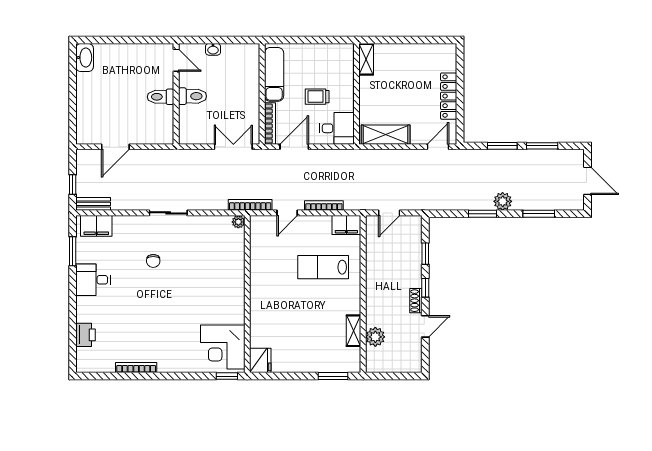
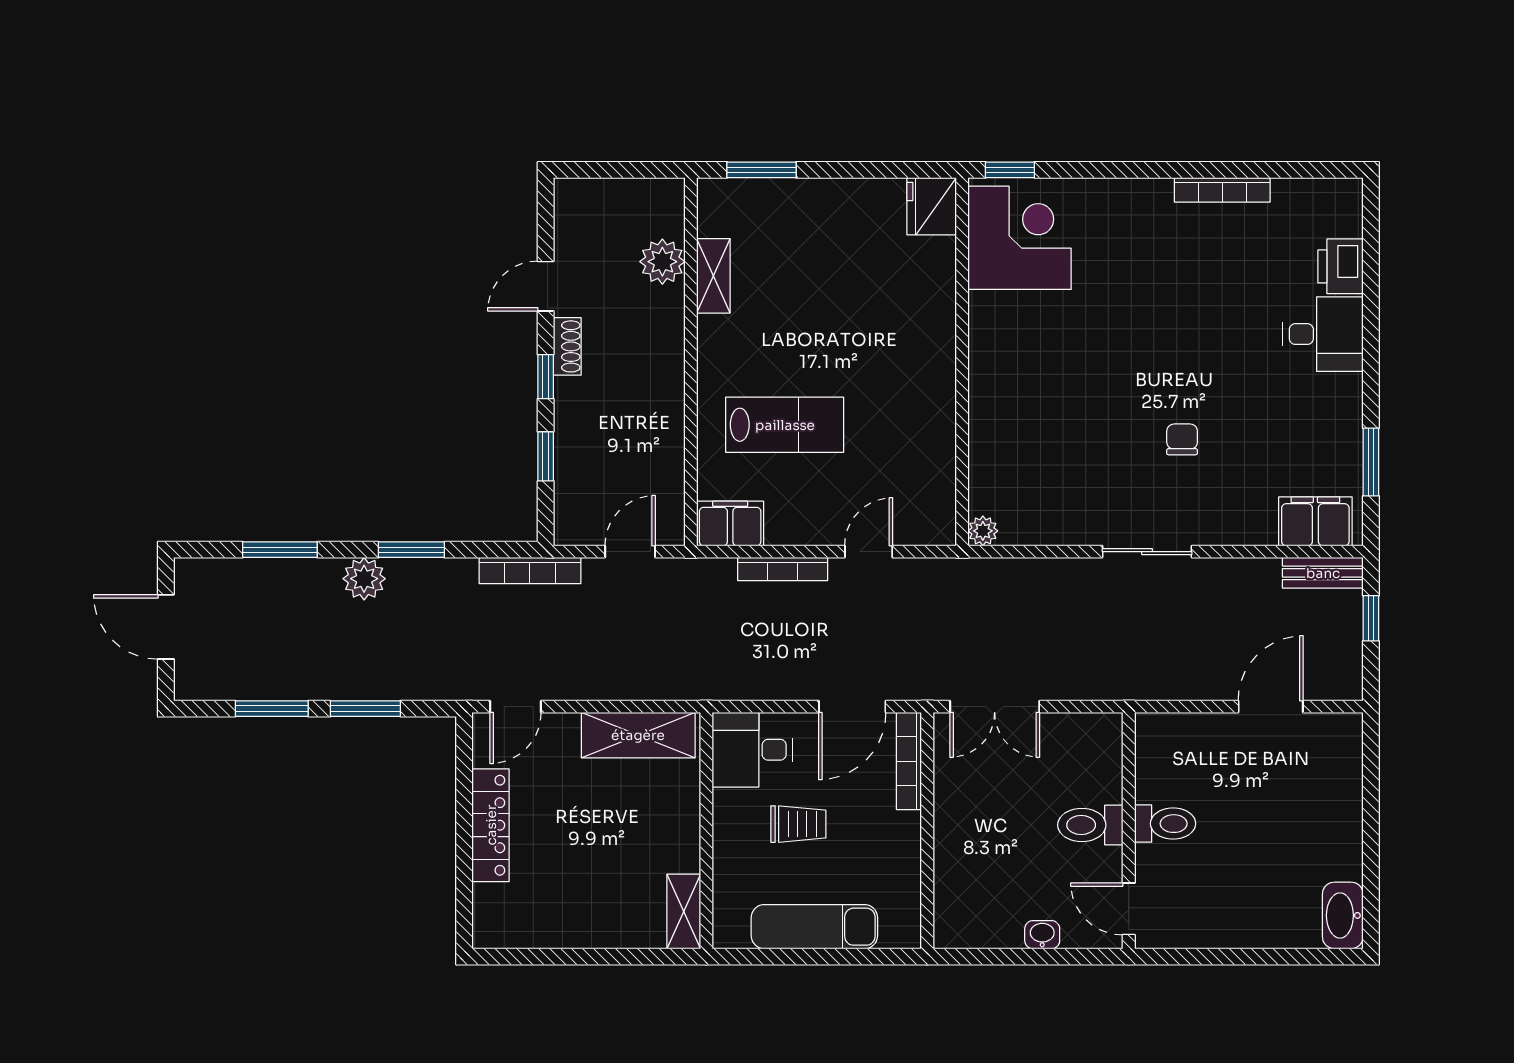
exam couch: (274, 74) -> (814, 927), moved, turned 90
bookcase: (250, 205) -> (530, 570), moved
desk: (93, 280) -> (1323, 334), moved

